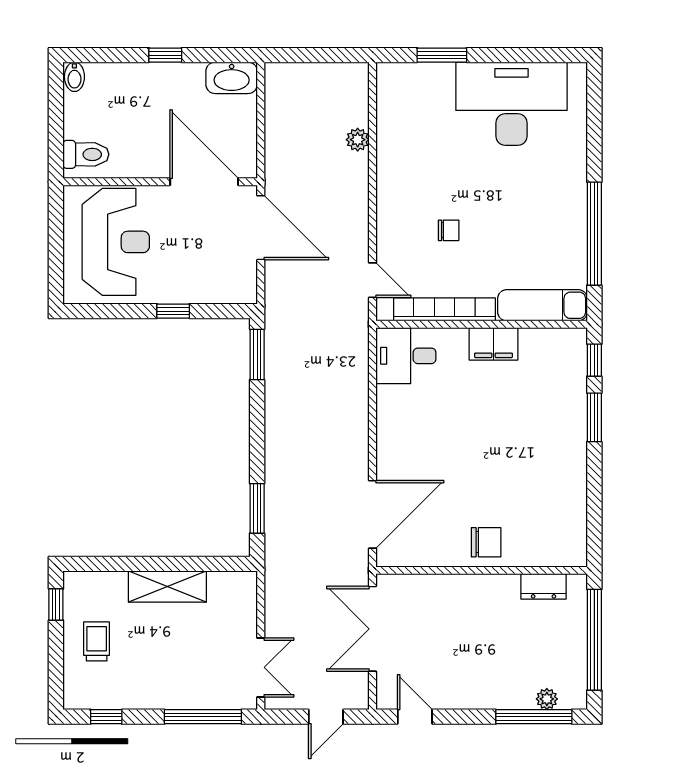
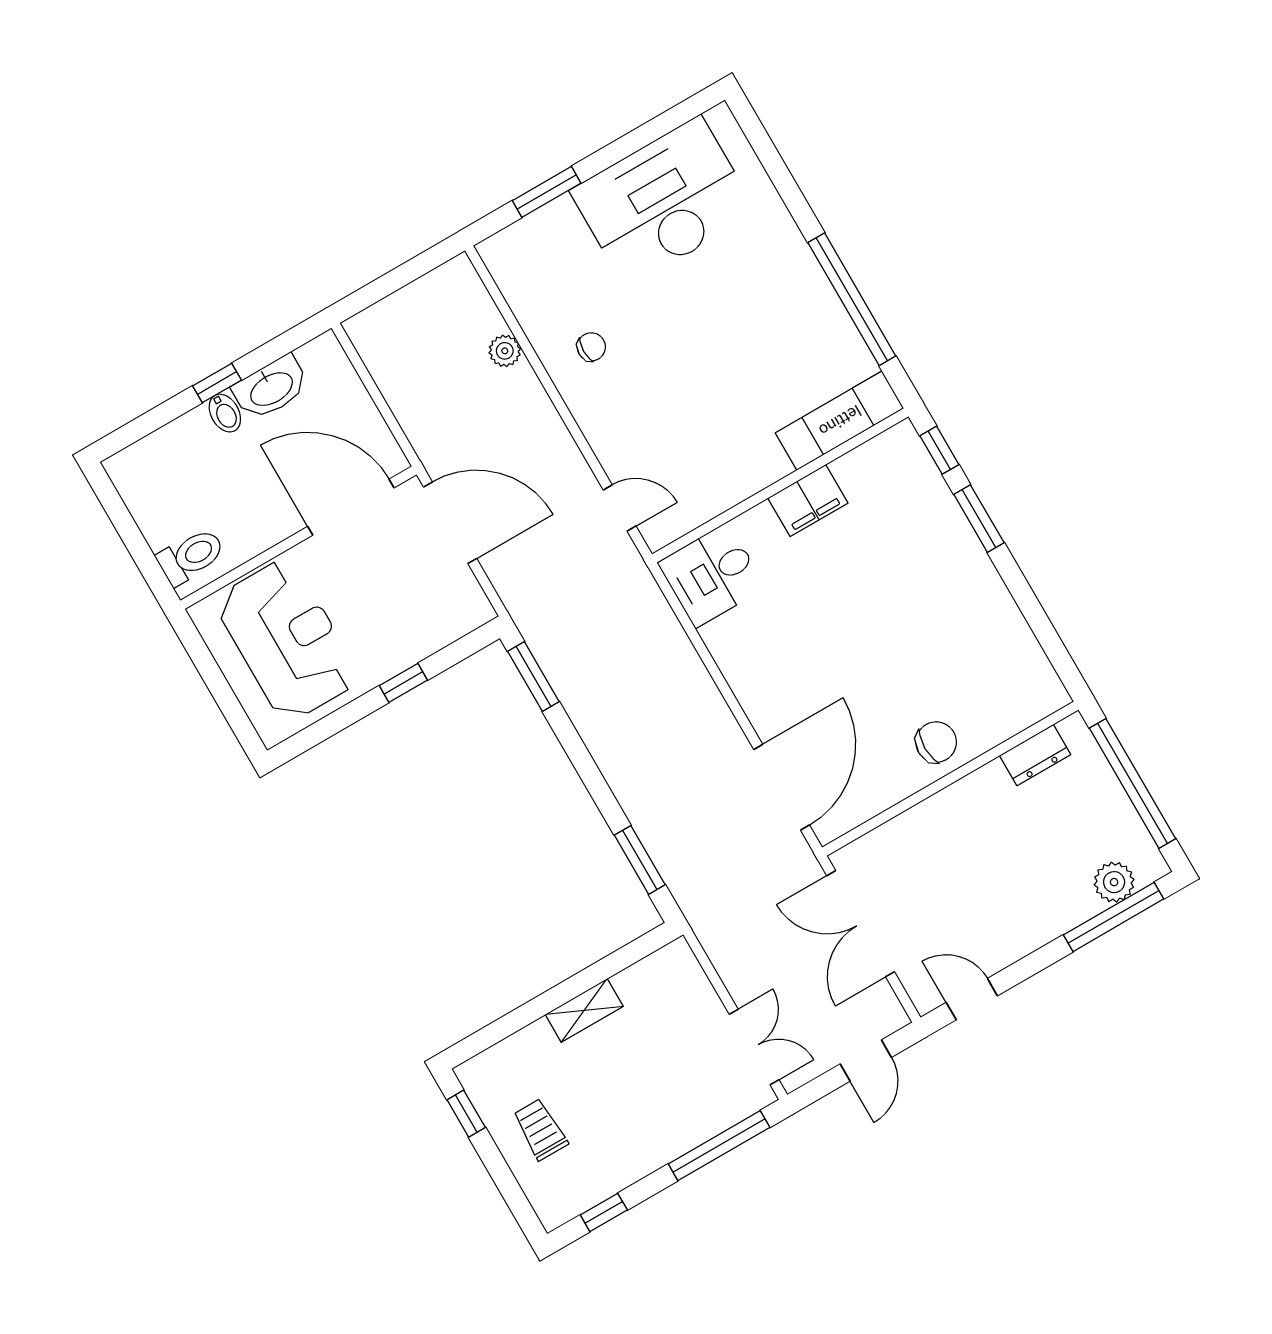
bidet: (74, 77) -> (225, 413), moved
washbasin: (232, 78) -> (271, 388), moved
chair: (449, 230) -> (591, 347), moved
bookcase: (444, 309) -> (726, 493), removed
shelving: (167, 587) -> (584, 1010), width x0.67, depth x0.75
plant: (547, 699) -> (1114, 882), width x1.38, depth x1.38

